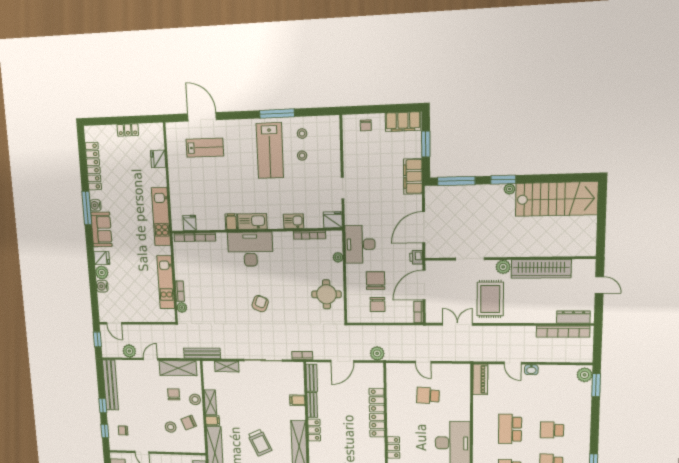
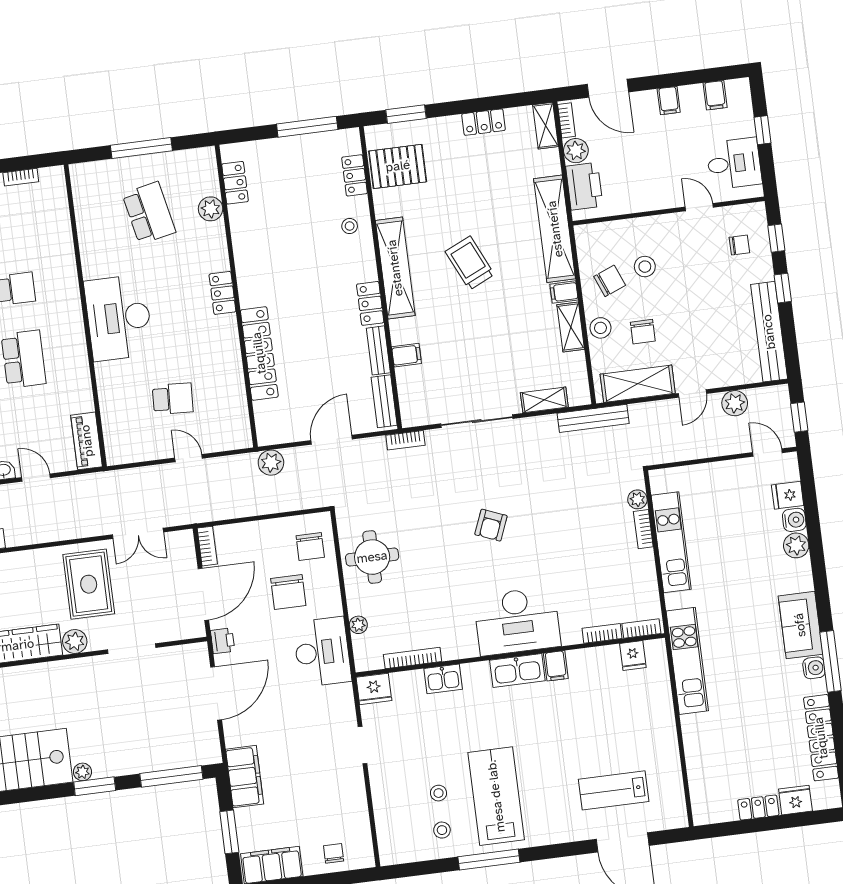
fridge: (158, 159) -> (795, 800), moved, turned -90
fridge: (102, 258) -> (788, 495), moved
chair: (378, 305) -> (310, 546), moved, turned 180

